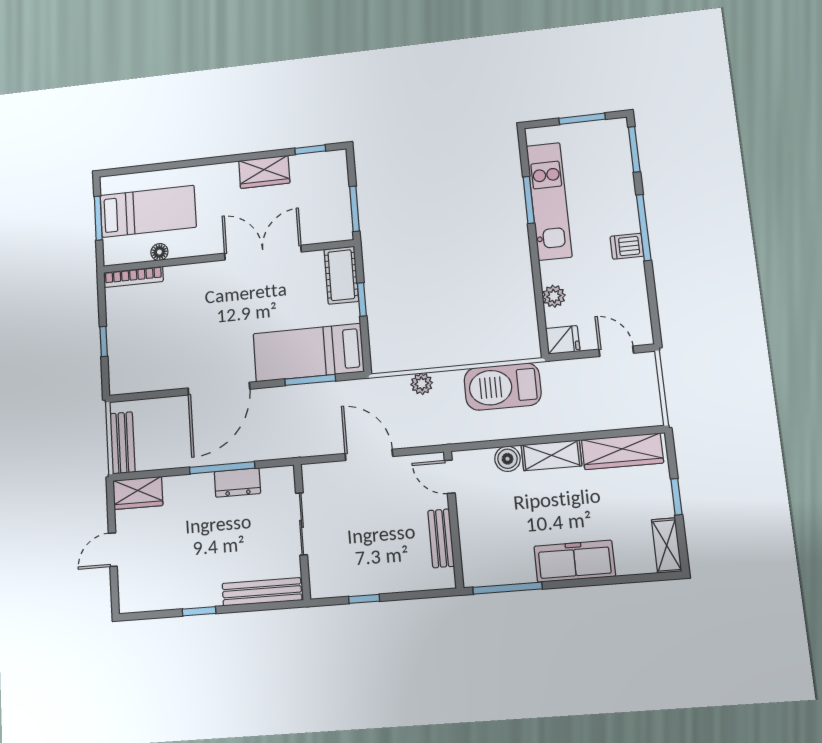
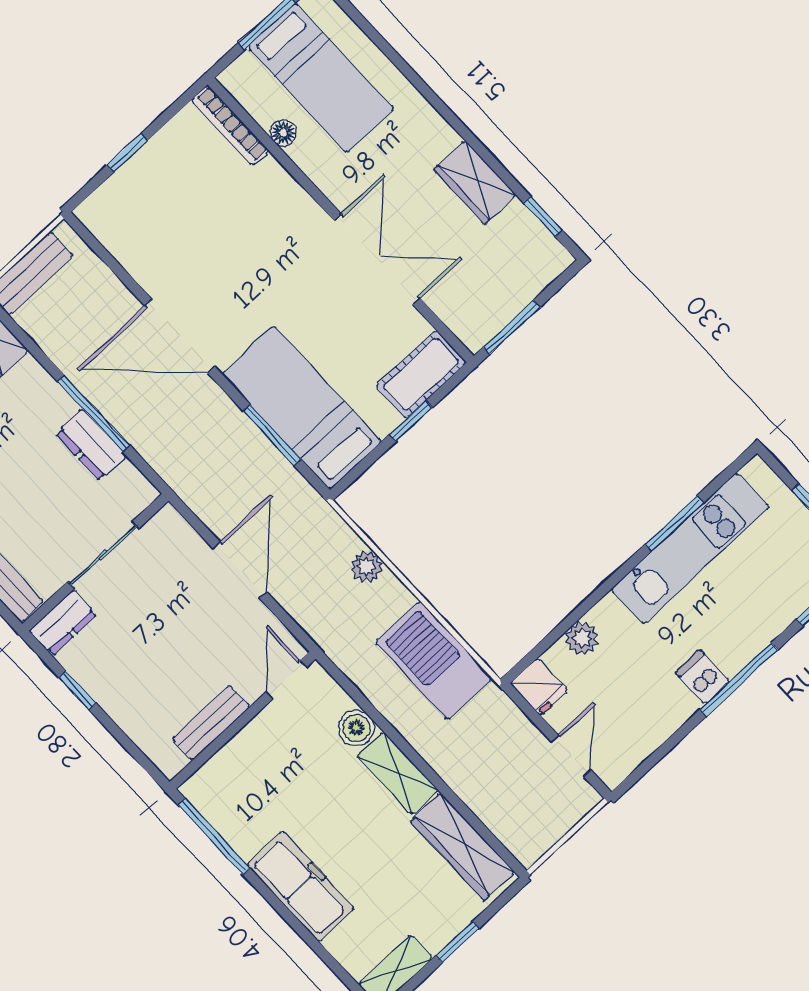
dresser: (321, 576) -> (63, 623), added

